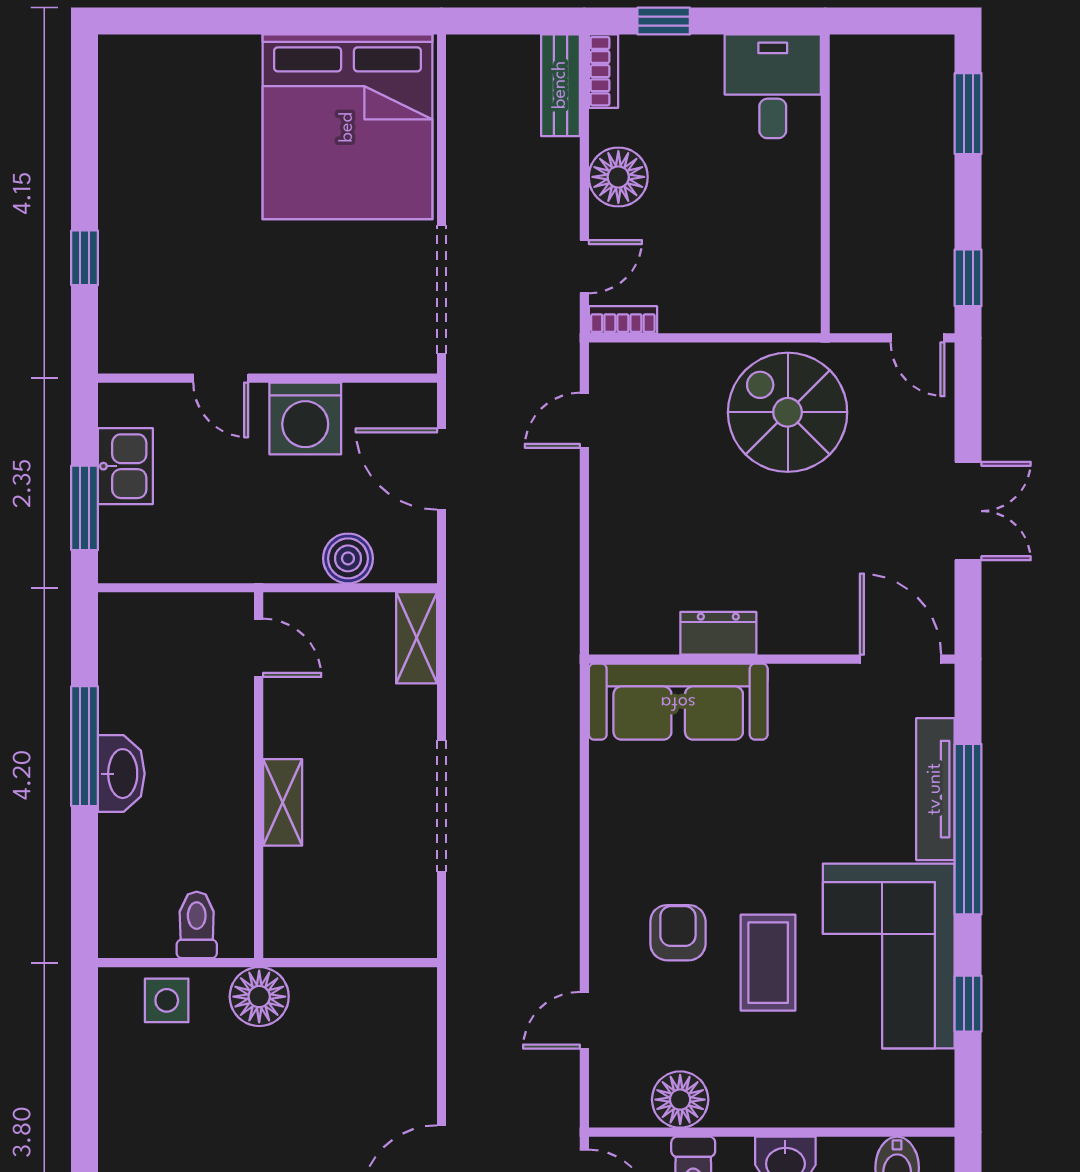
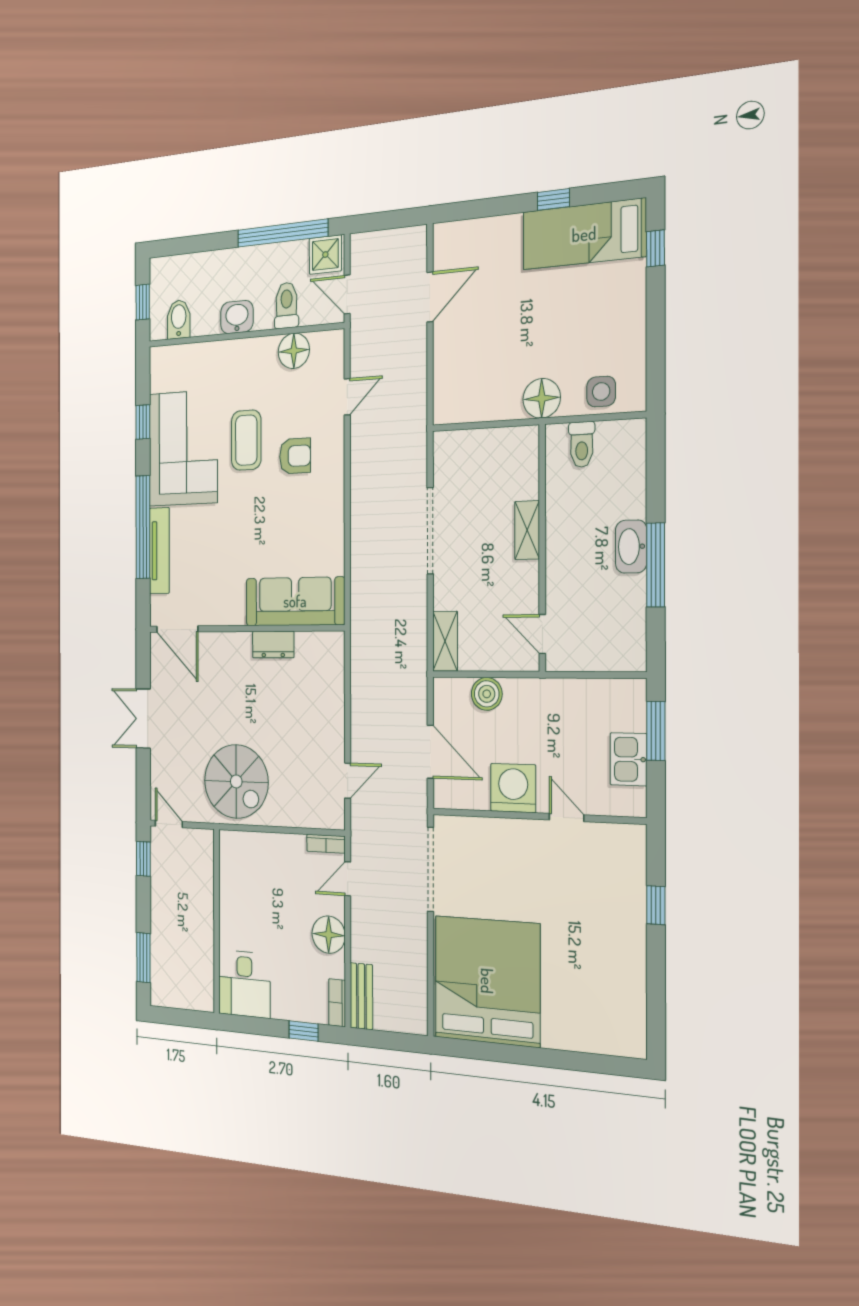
armchair: (678, 933) -> (295, 456), turned -90

